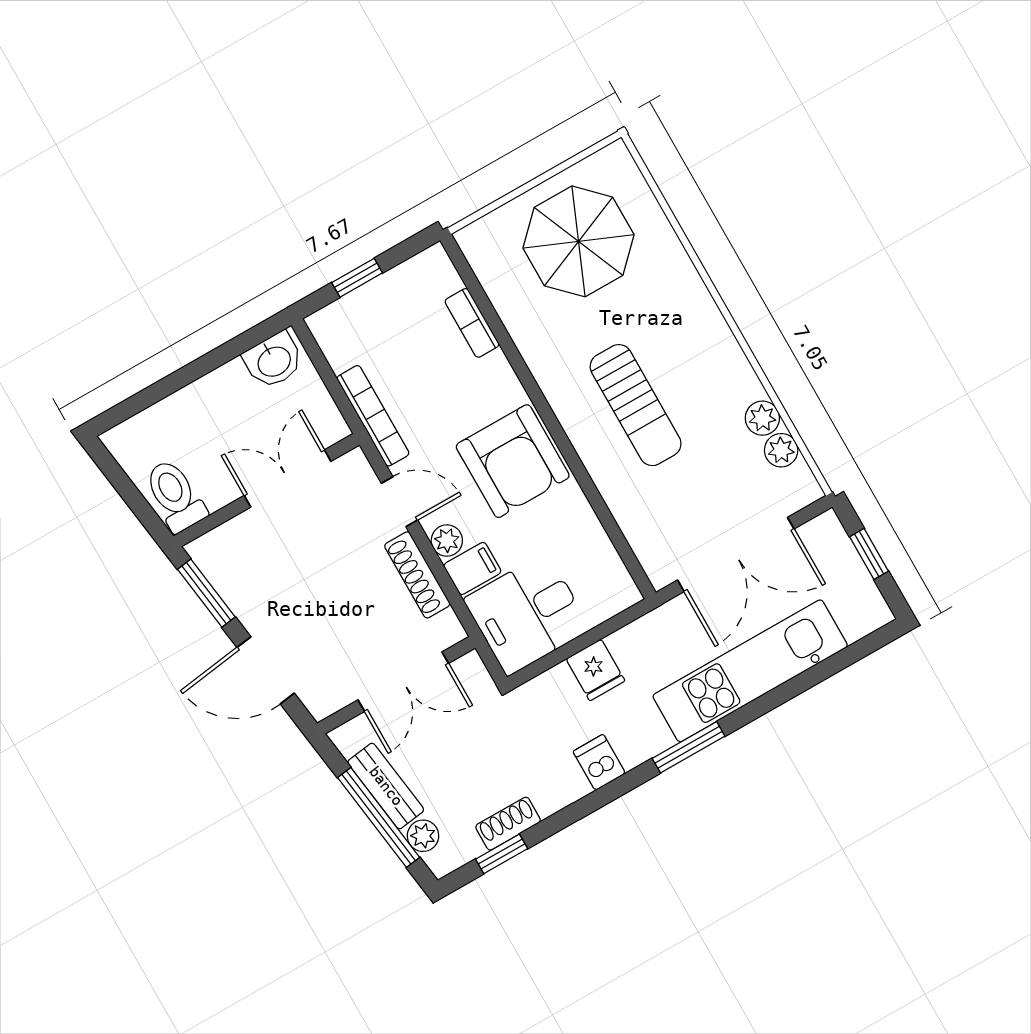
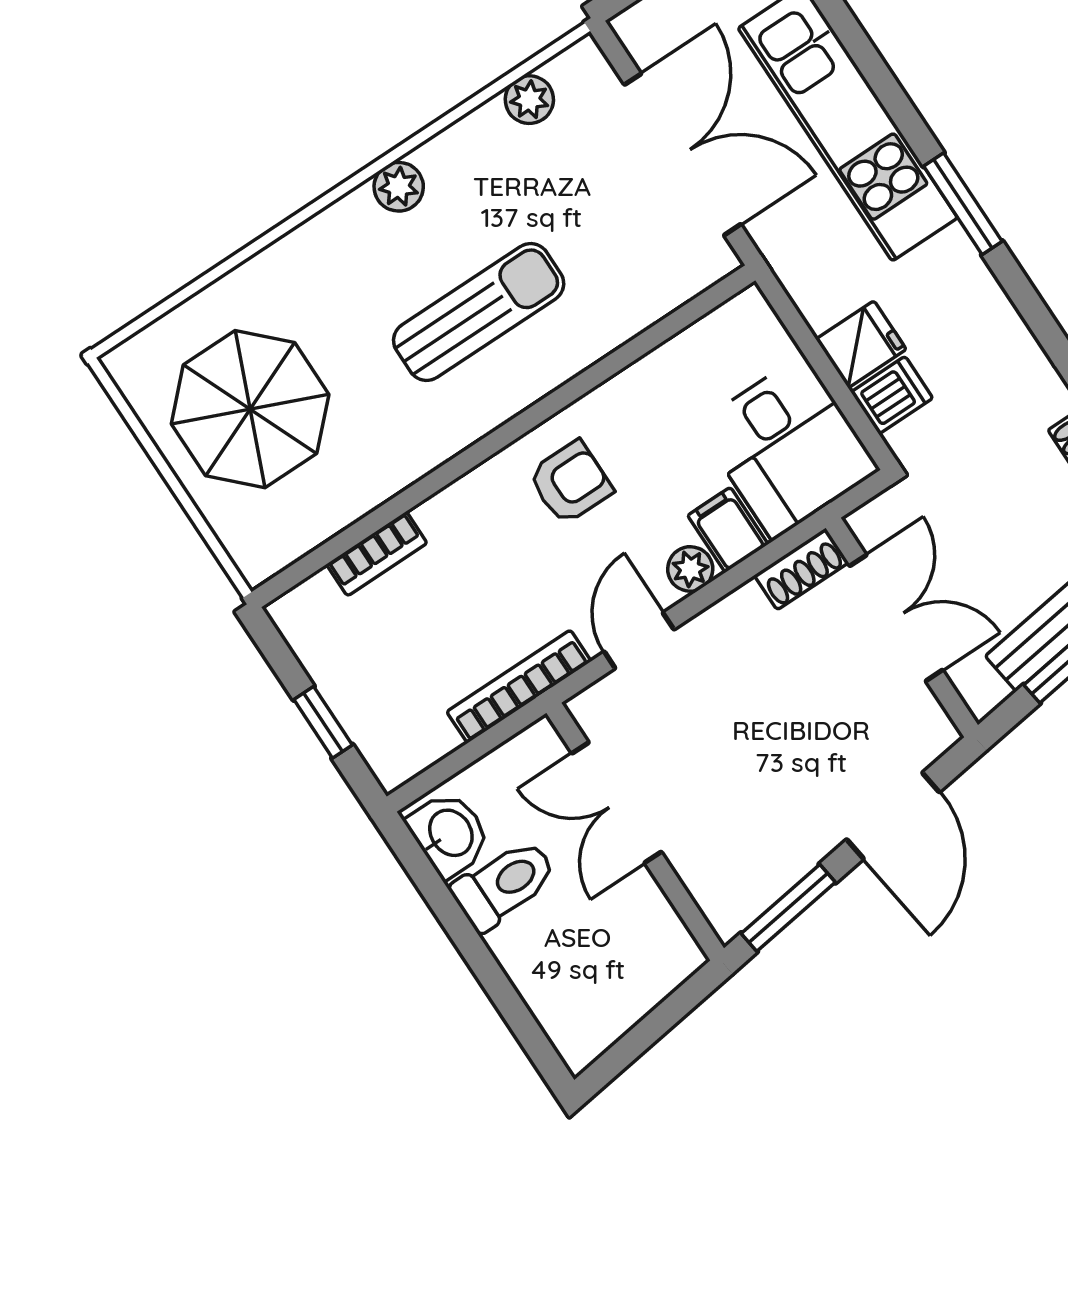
plant: (762, 418) -> (399, 187), moved
armchair: (513, 461) -> (570, 482), width x0.53, depth x0.53
toilet: (175, 496) -> (504, 884), moved, turned 180
shoe rack: (417, 575) -> (801, 569), moved, width x0.70
dishwasher: (599, 762) -> (892, 395), moved, turned 180

